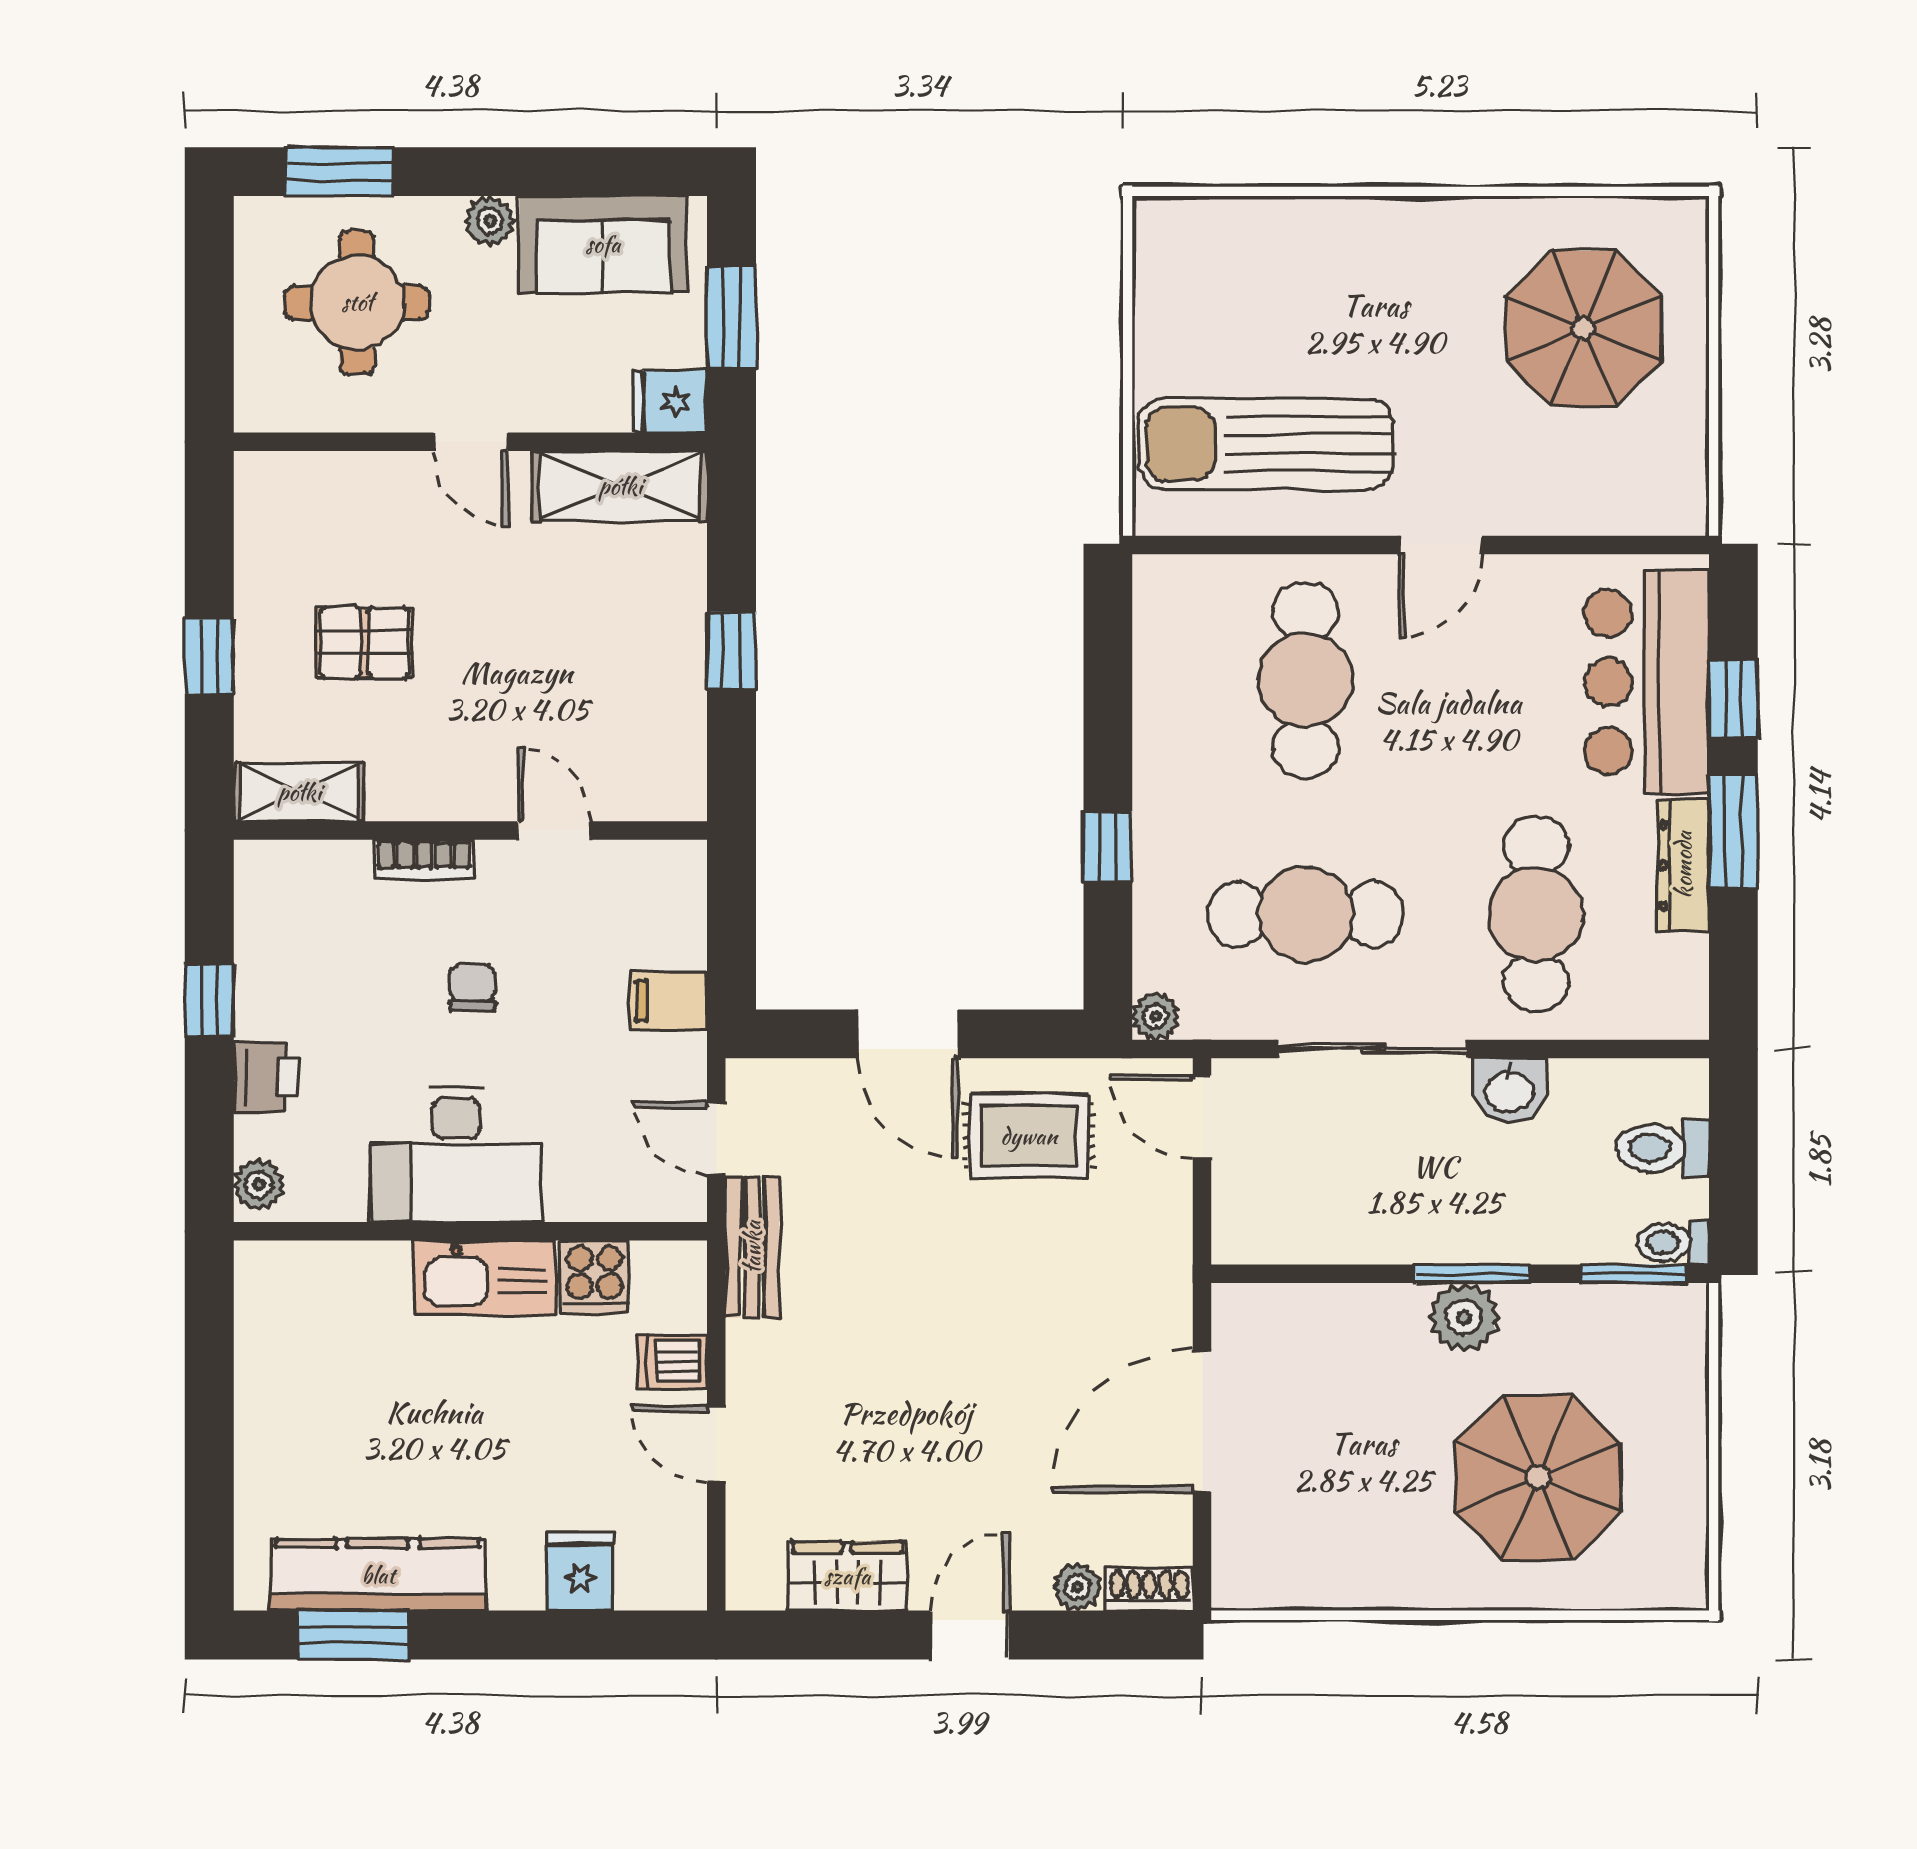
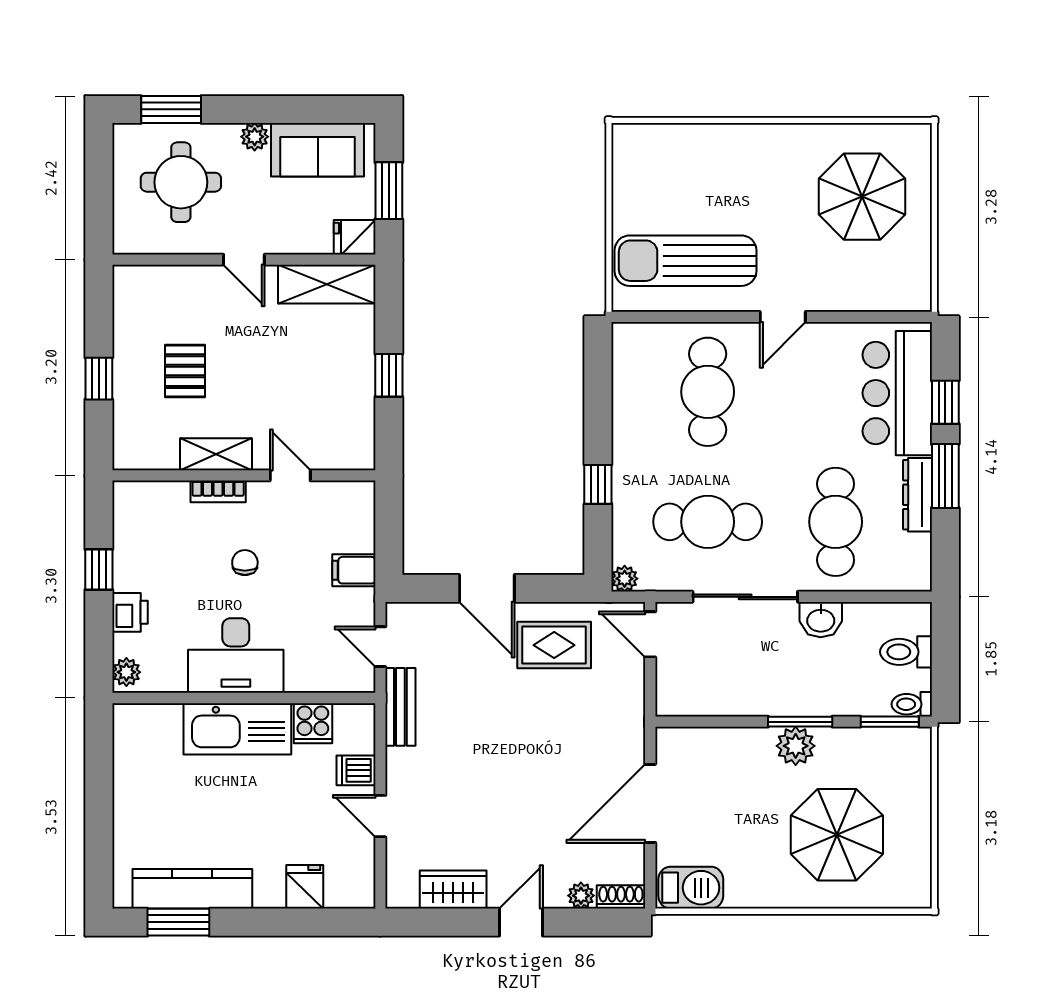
pallet: (364, 643) -> (185, 371), turned 90
shelving: (299, 792) -> (216, 454), moved
kitchen sink: (485, 1278) -> (237, 729), width x1.36, depth x1.24
barbecue: (1275, 1573) -> (691, 888), added

